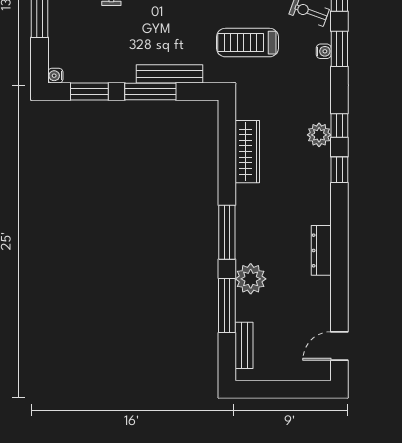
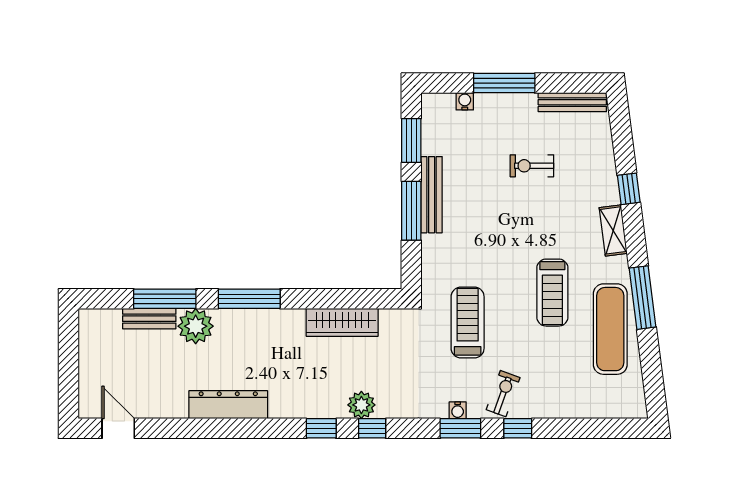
bench: (170, 74) -> (432, 195), moved
water cooler: (55, 76) -> (465, 101), moved
dresser: (321, 250) -> (228, 405), width x1.37, depth x1.24
bench: (244, 345) -> (149, 319), moved

